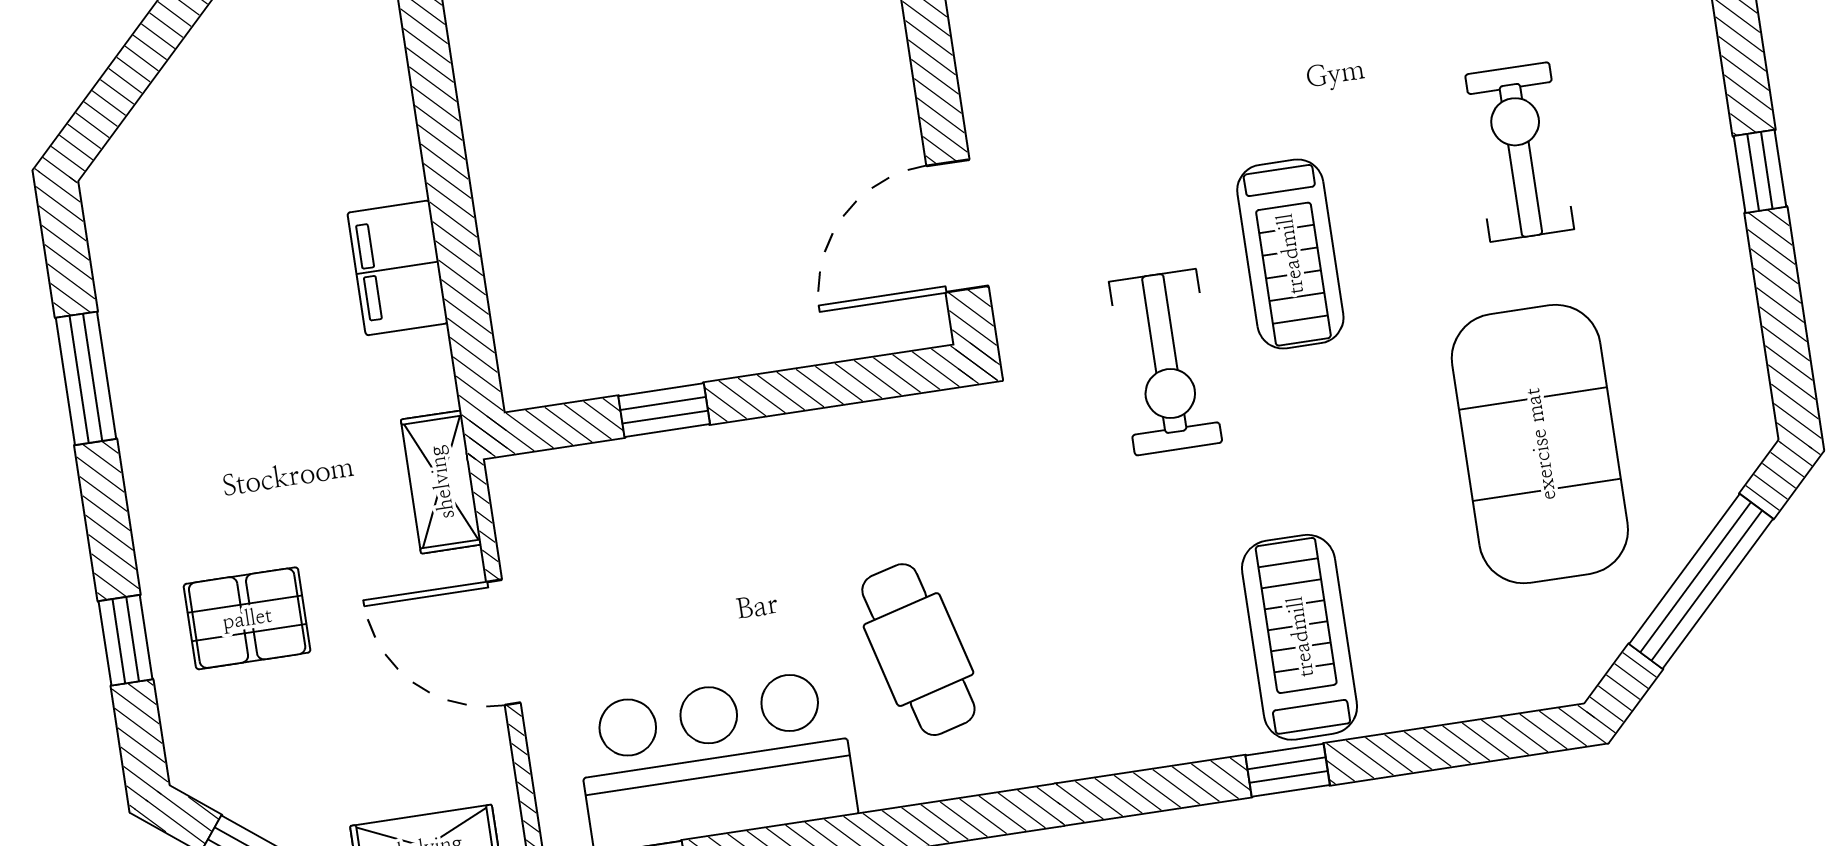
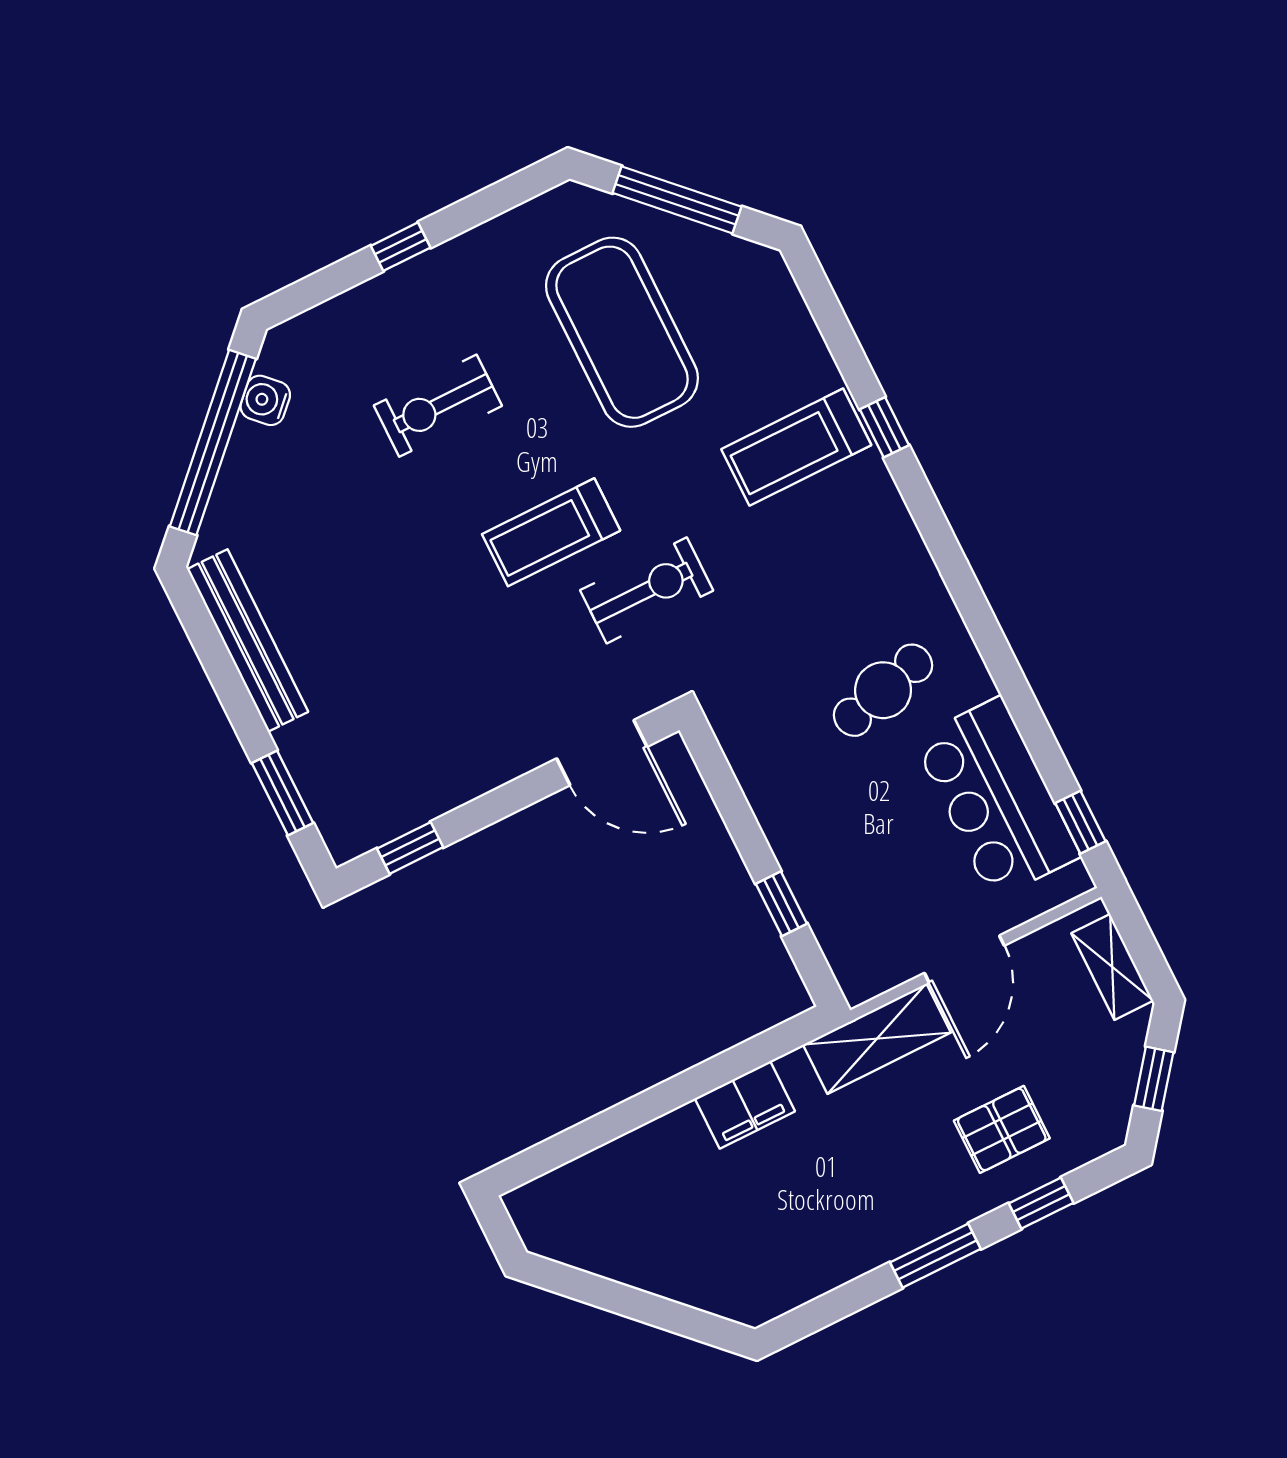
treadmill: (1290, 254) -> (551, 532), turned 180
window: (86, 378) -> (935, 1256), moved
exercise mat: (1540, 444) -> (622, 332), turned 90
shelving: (441, 482) -> (877, 1039), width x1.50, depth x1.33
pallet: (247, 618) -> (1002, 1129), turned 90

